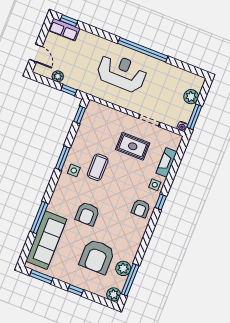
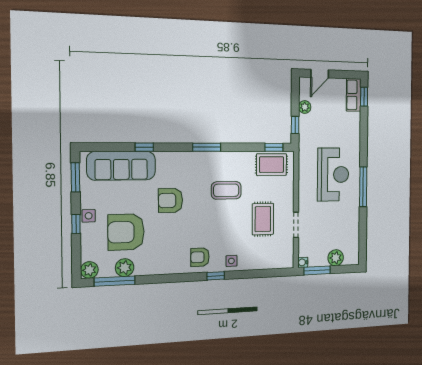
window: (143, 50) -> (363, 187), width x0.68
rug: (93, 122) -> (272, 165), added
window: (63, 158) -> (207, 147), moved
fireplace: (167, 162) -> (260, 263), removed
side table: (74, 170) -> (89, 216), moved
window: (39, 218) -> (144, 147), width x0.46

